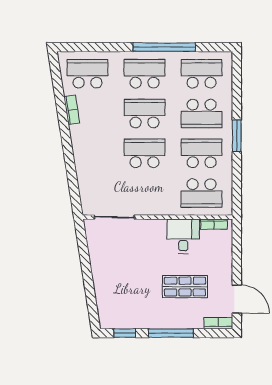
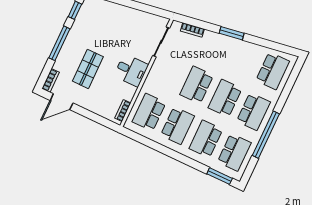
bookcase: (72, 110) -> (192, 30), moved
school desk: (145, 114) -> (225, 98), turned 180
window: (237, 136) -> (220, 176), moved
window: (66, 141) -> (232, 33), added
school desk: (145, 153) -> (197, 85), turned 180
desk: (183, 236) -> (131, 70), moved

